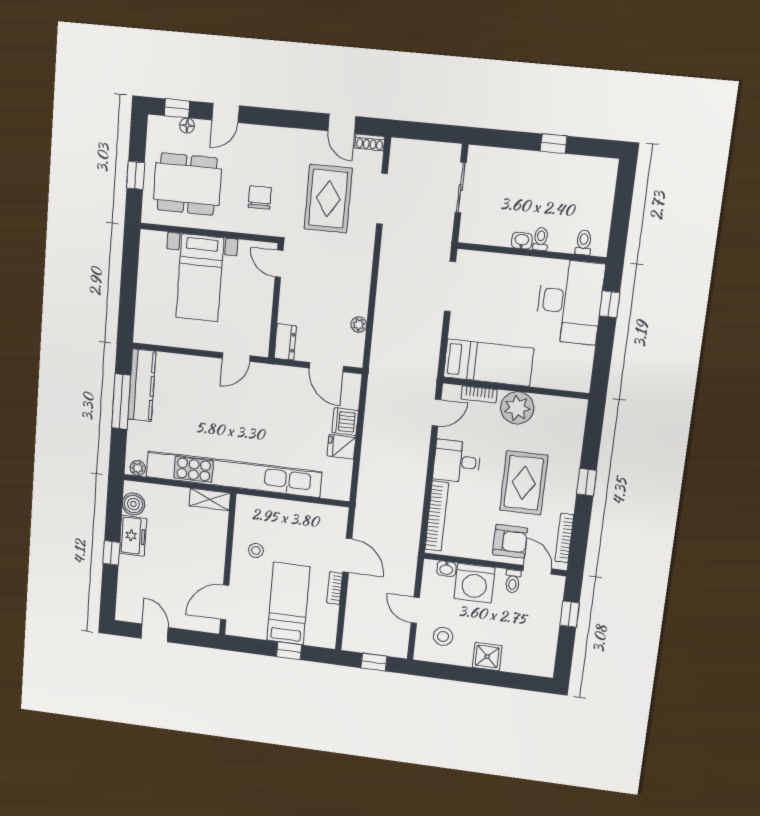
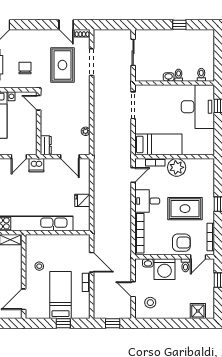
dishwasher: (345, 422) -> (36, 165), moved, turned -90
rug: (524, 483) -> (185, 209), turned 90
door: (537, 570) -> (198, 257), swing flipped
shower: (487, 657) -> (198, 311), moved

